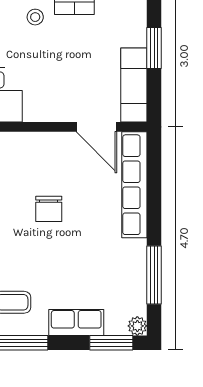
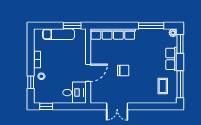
window: (154, 48) -> (72, 26), moved
exam couch: (134, 85) -> (59, 34), moved
door: (96, 127) -> (88, 73), moved

